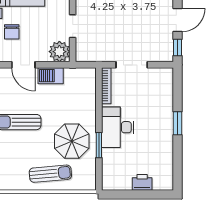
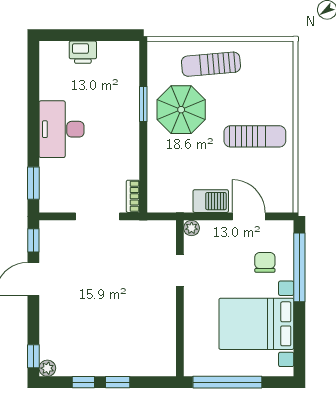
plant: (59, 52) -> (192, 228), width x0.53, depth x0.53
bookcase: (106, 86) -> (133, 196), width x0.64
window: (178, 123) -> (33, 183), moved
desk: (118, 127) -> (61, 129), moved, turned 180

